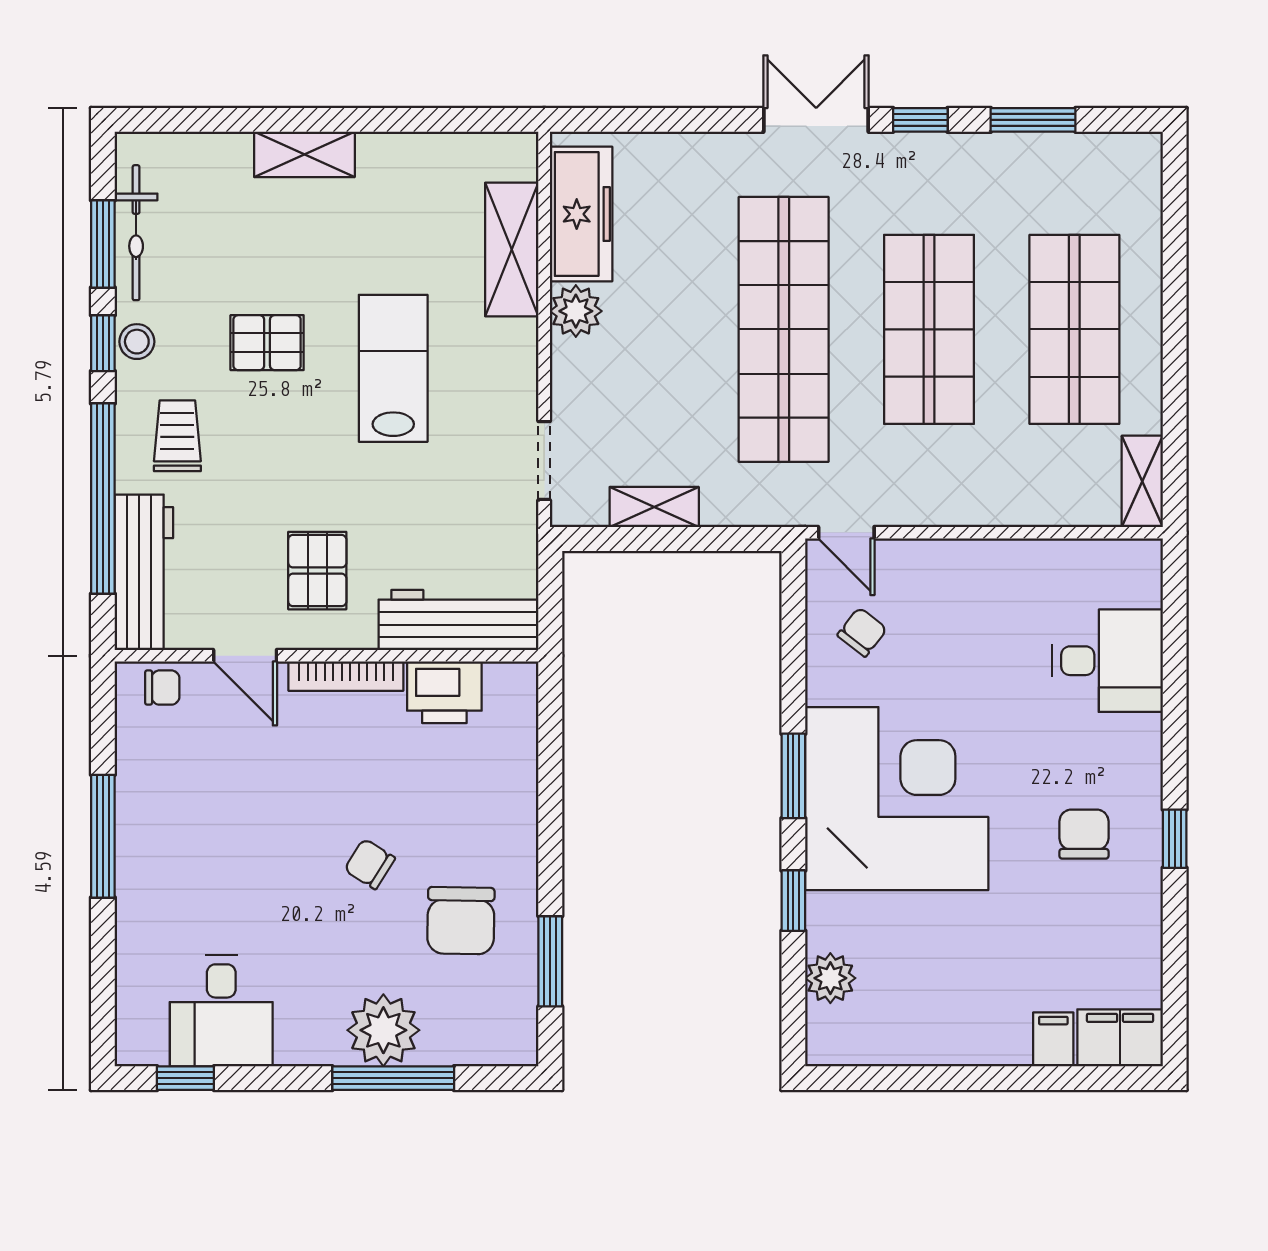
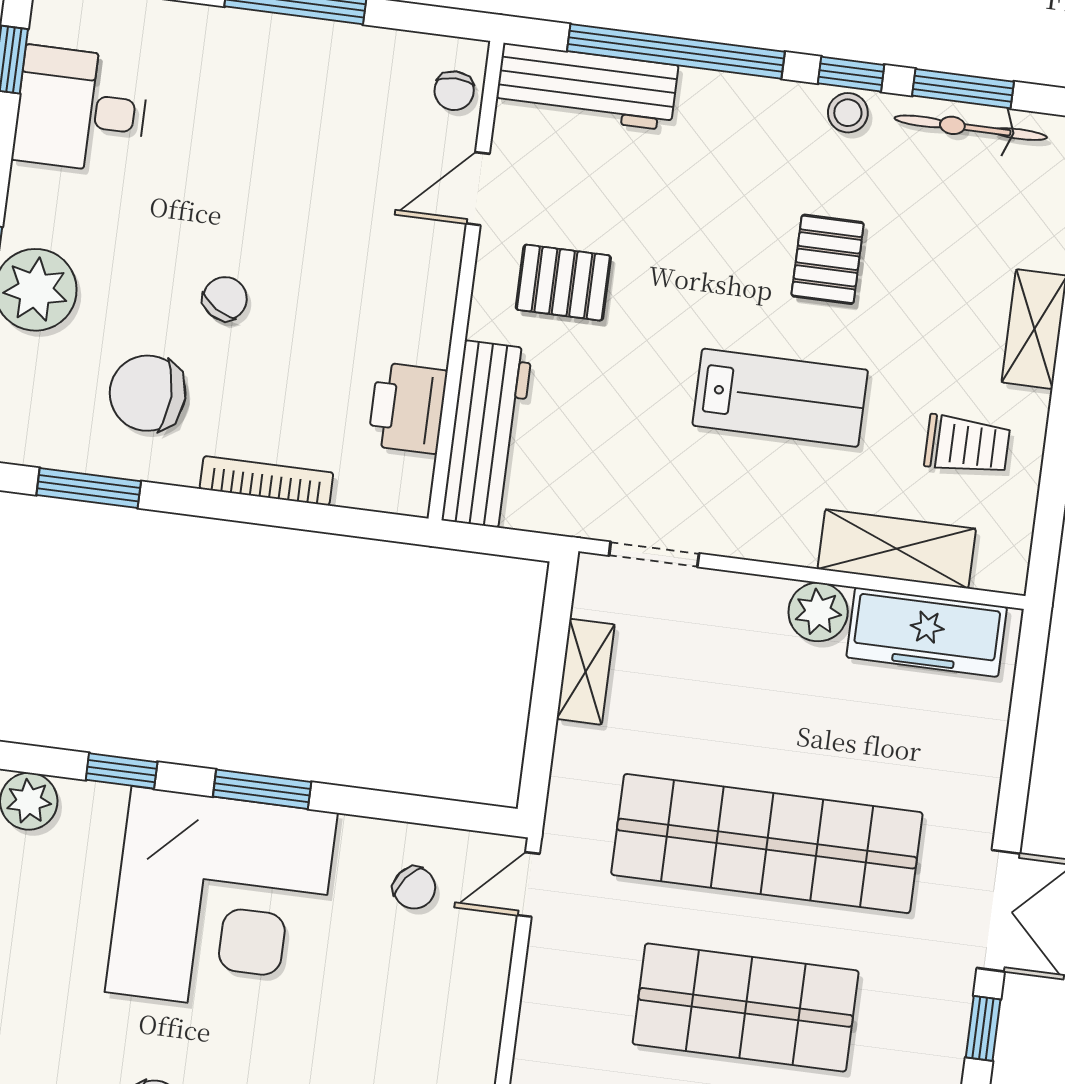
trolley: (177, 436) -> (967, 445), moved
bookcase: (346, 676) -> (266, 481), moved, turned 90

